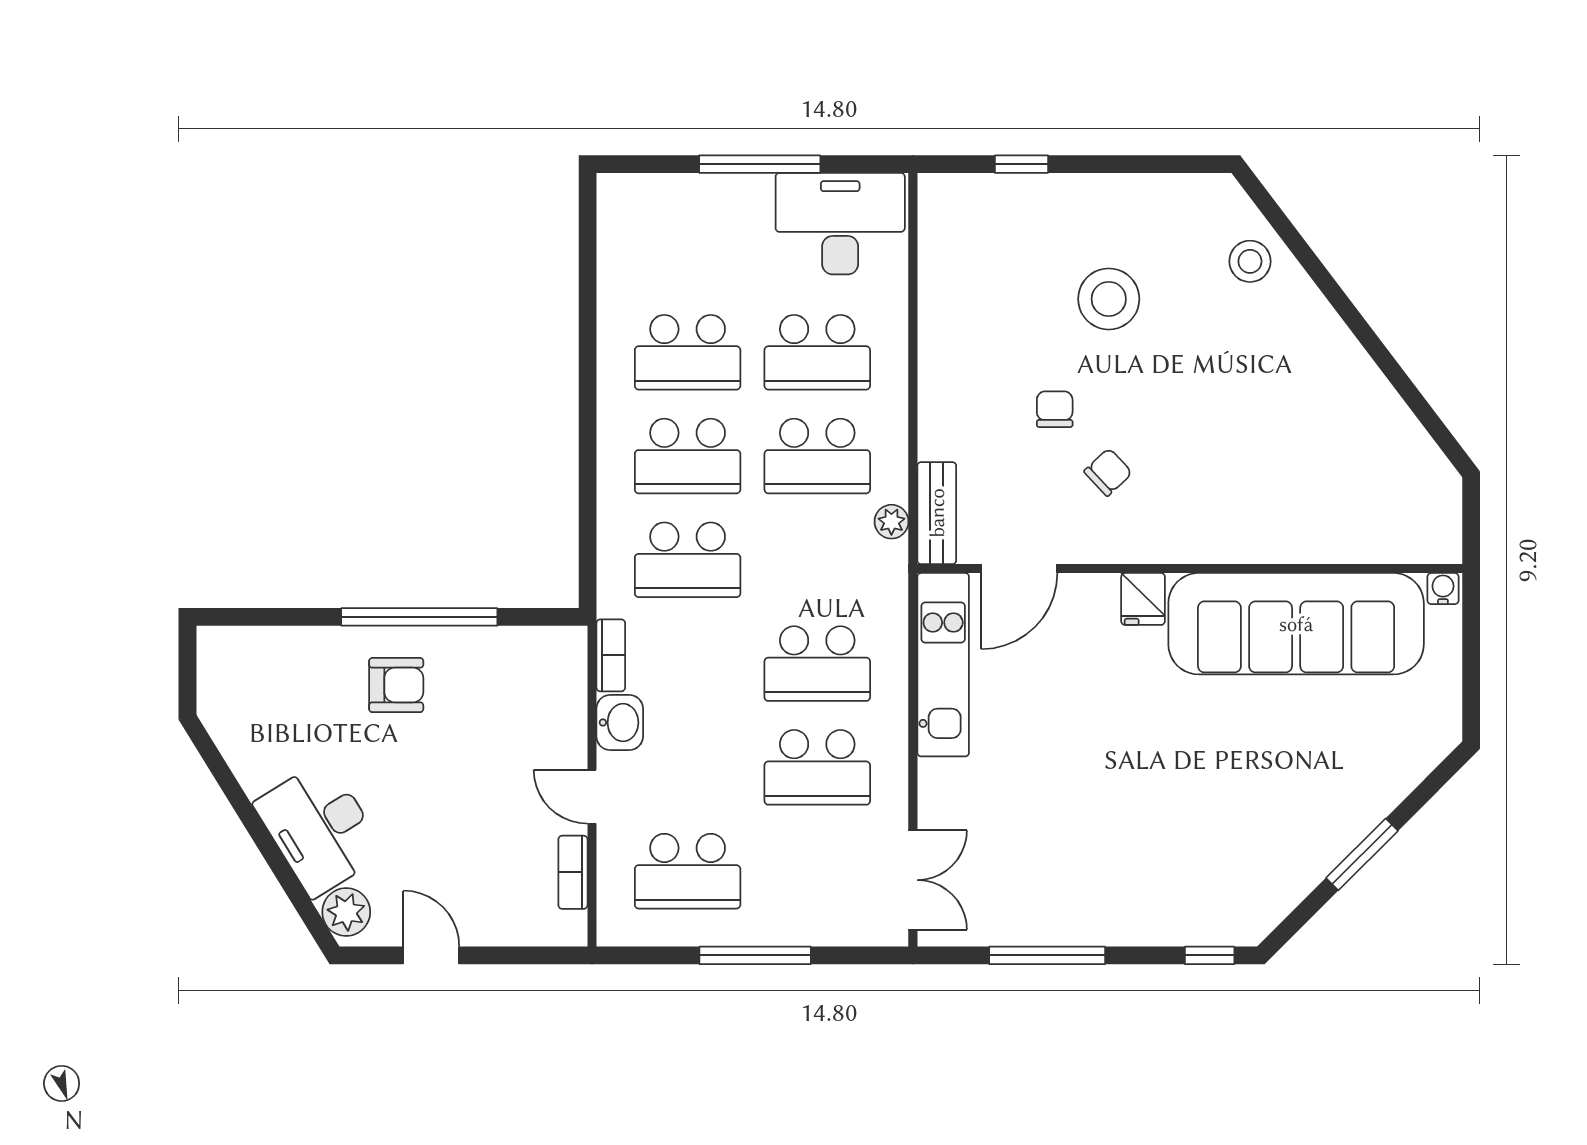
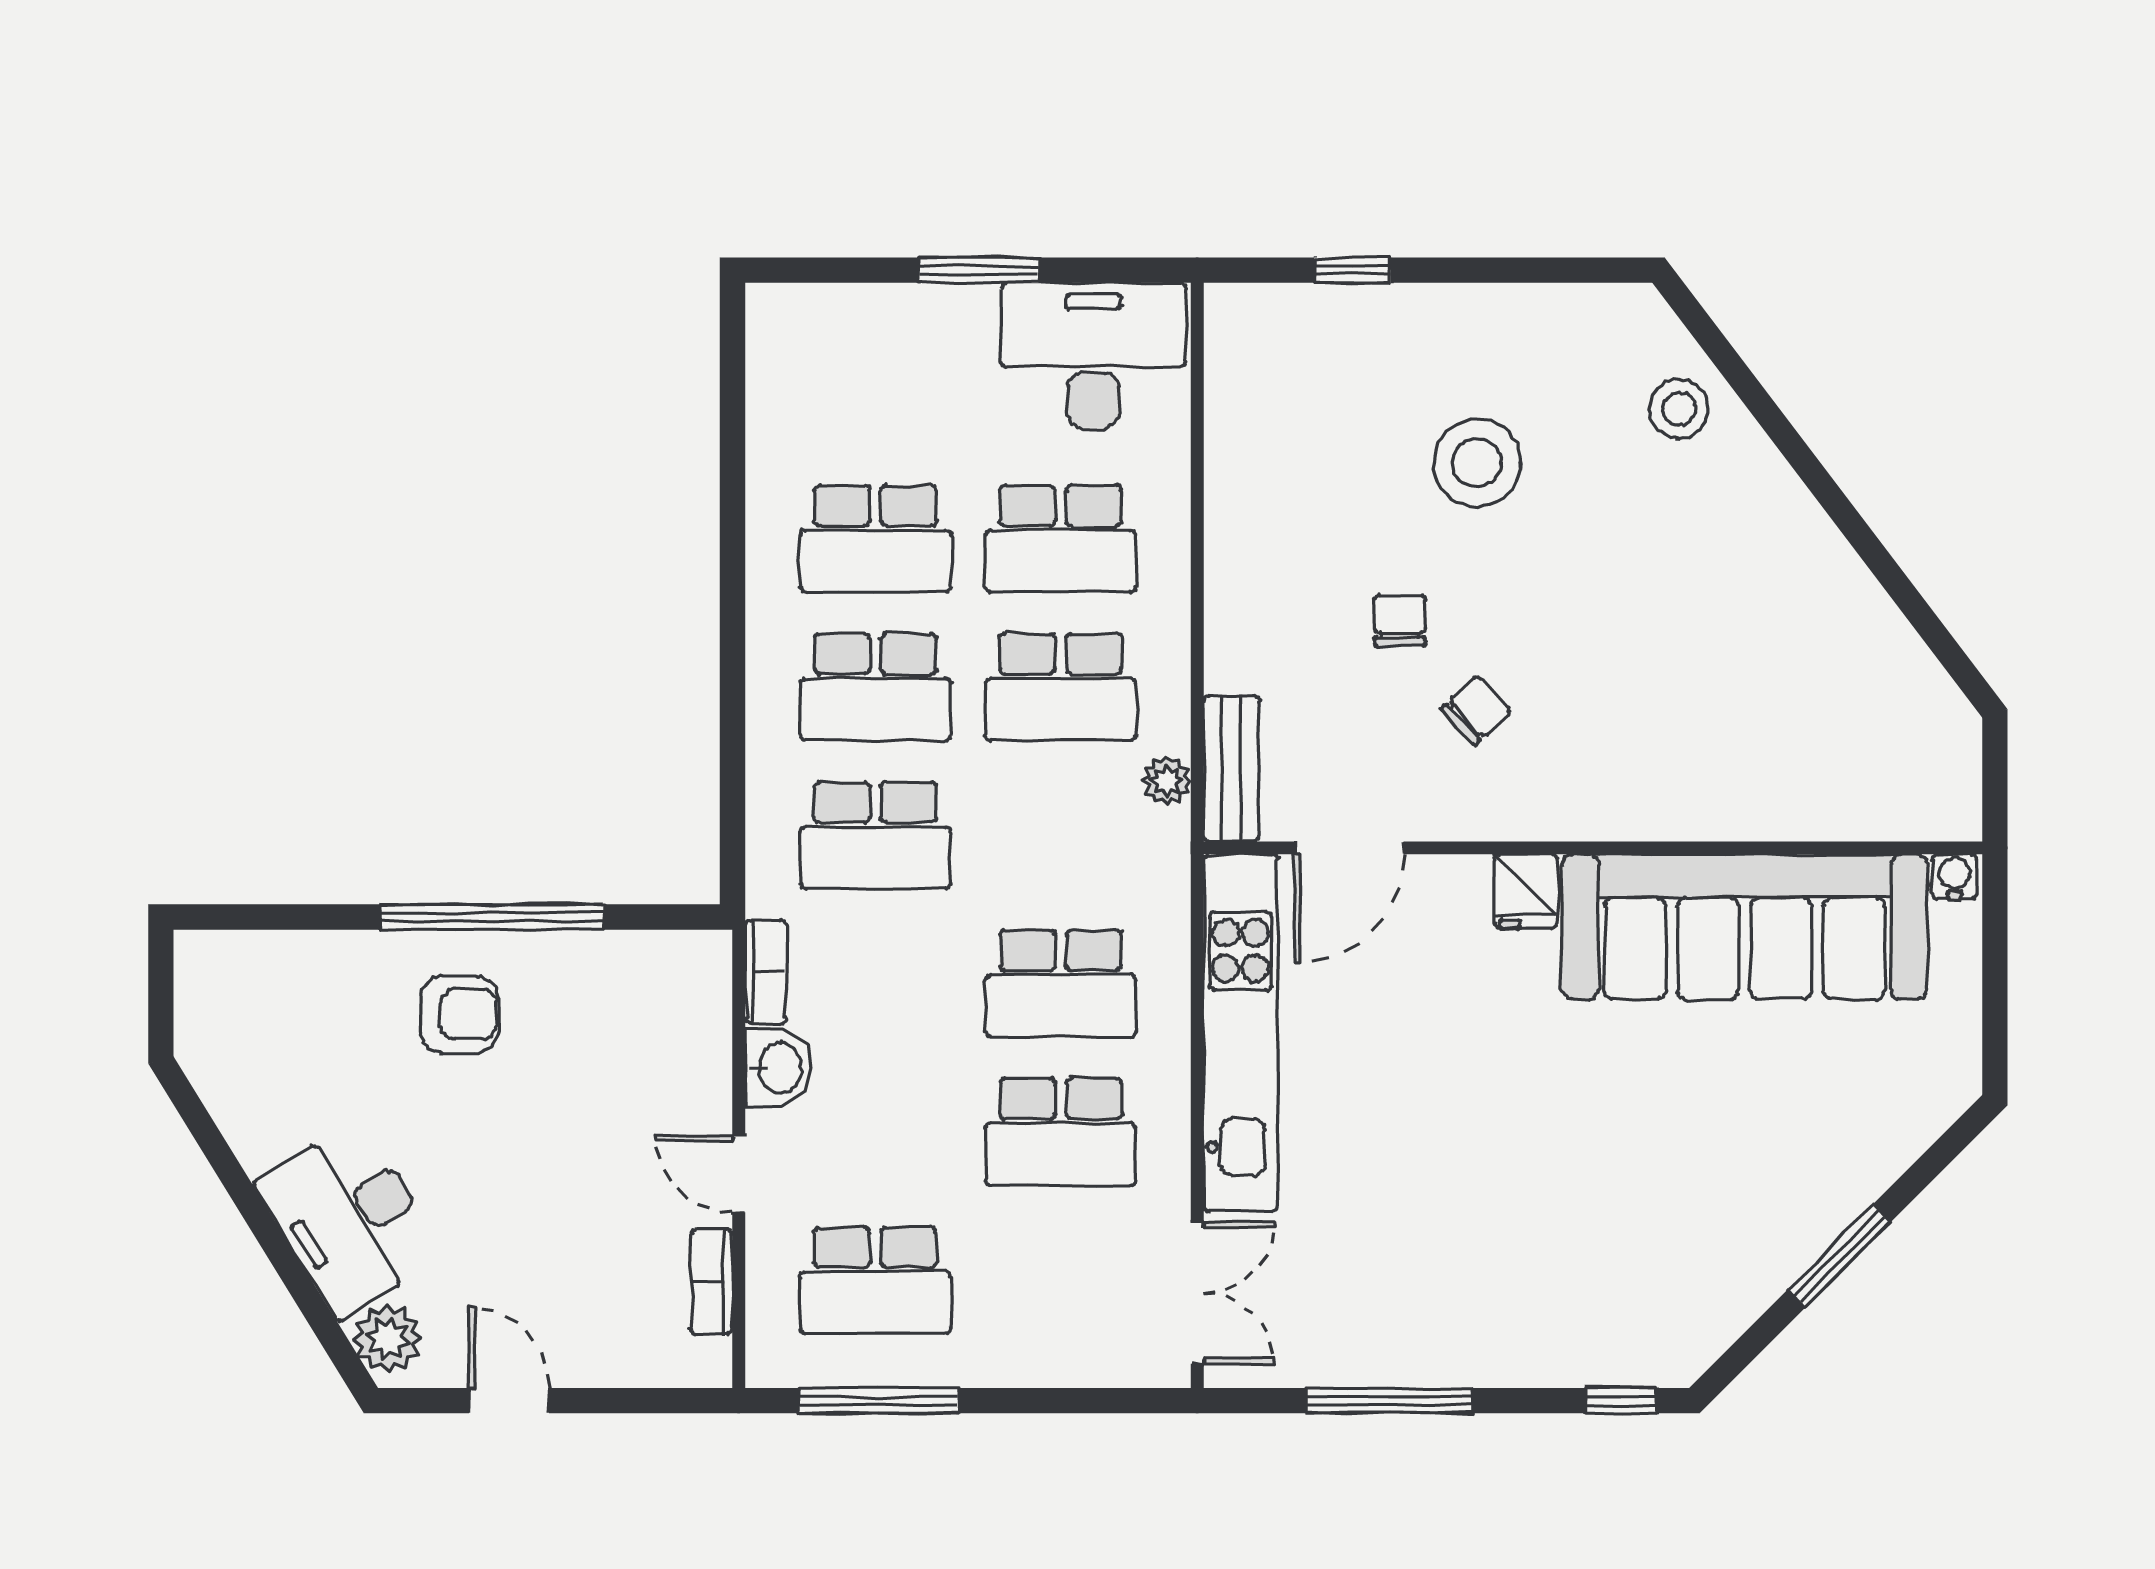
window: (760, 164) -> (979, 270), width x0.69
kitchen unit: (943, 665) -> (1240, 1033), width x1.36
window: (755, 955) -> (879, 1401), moved

